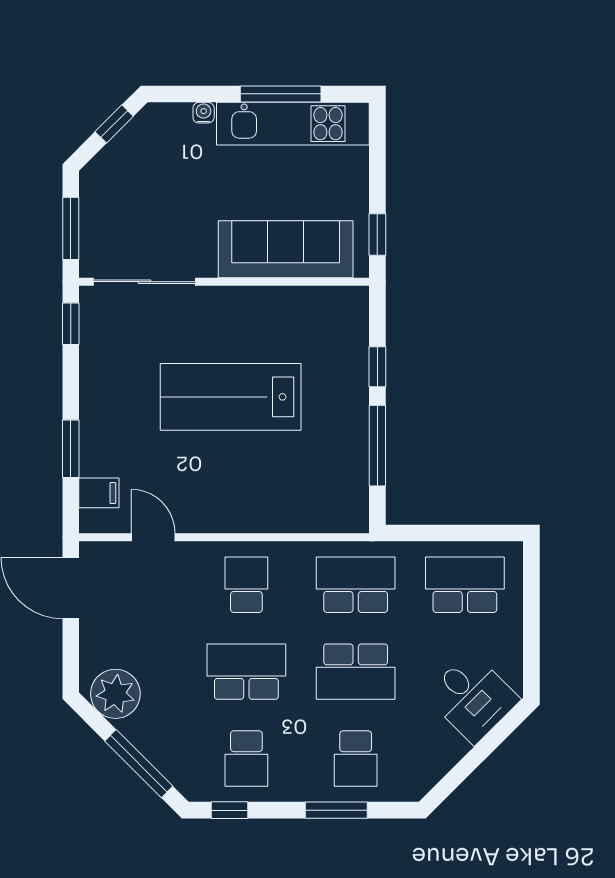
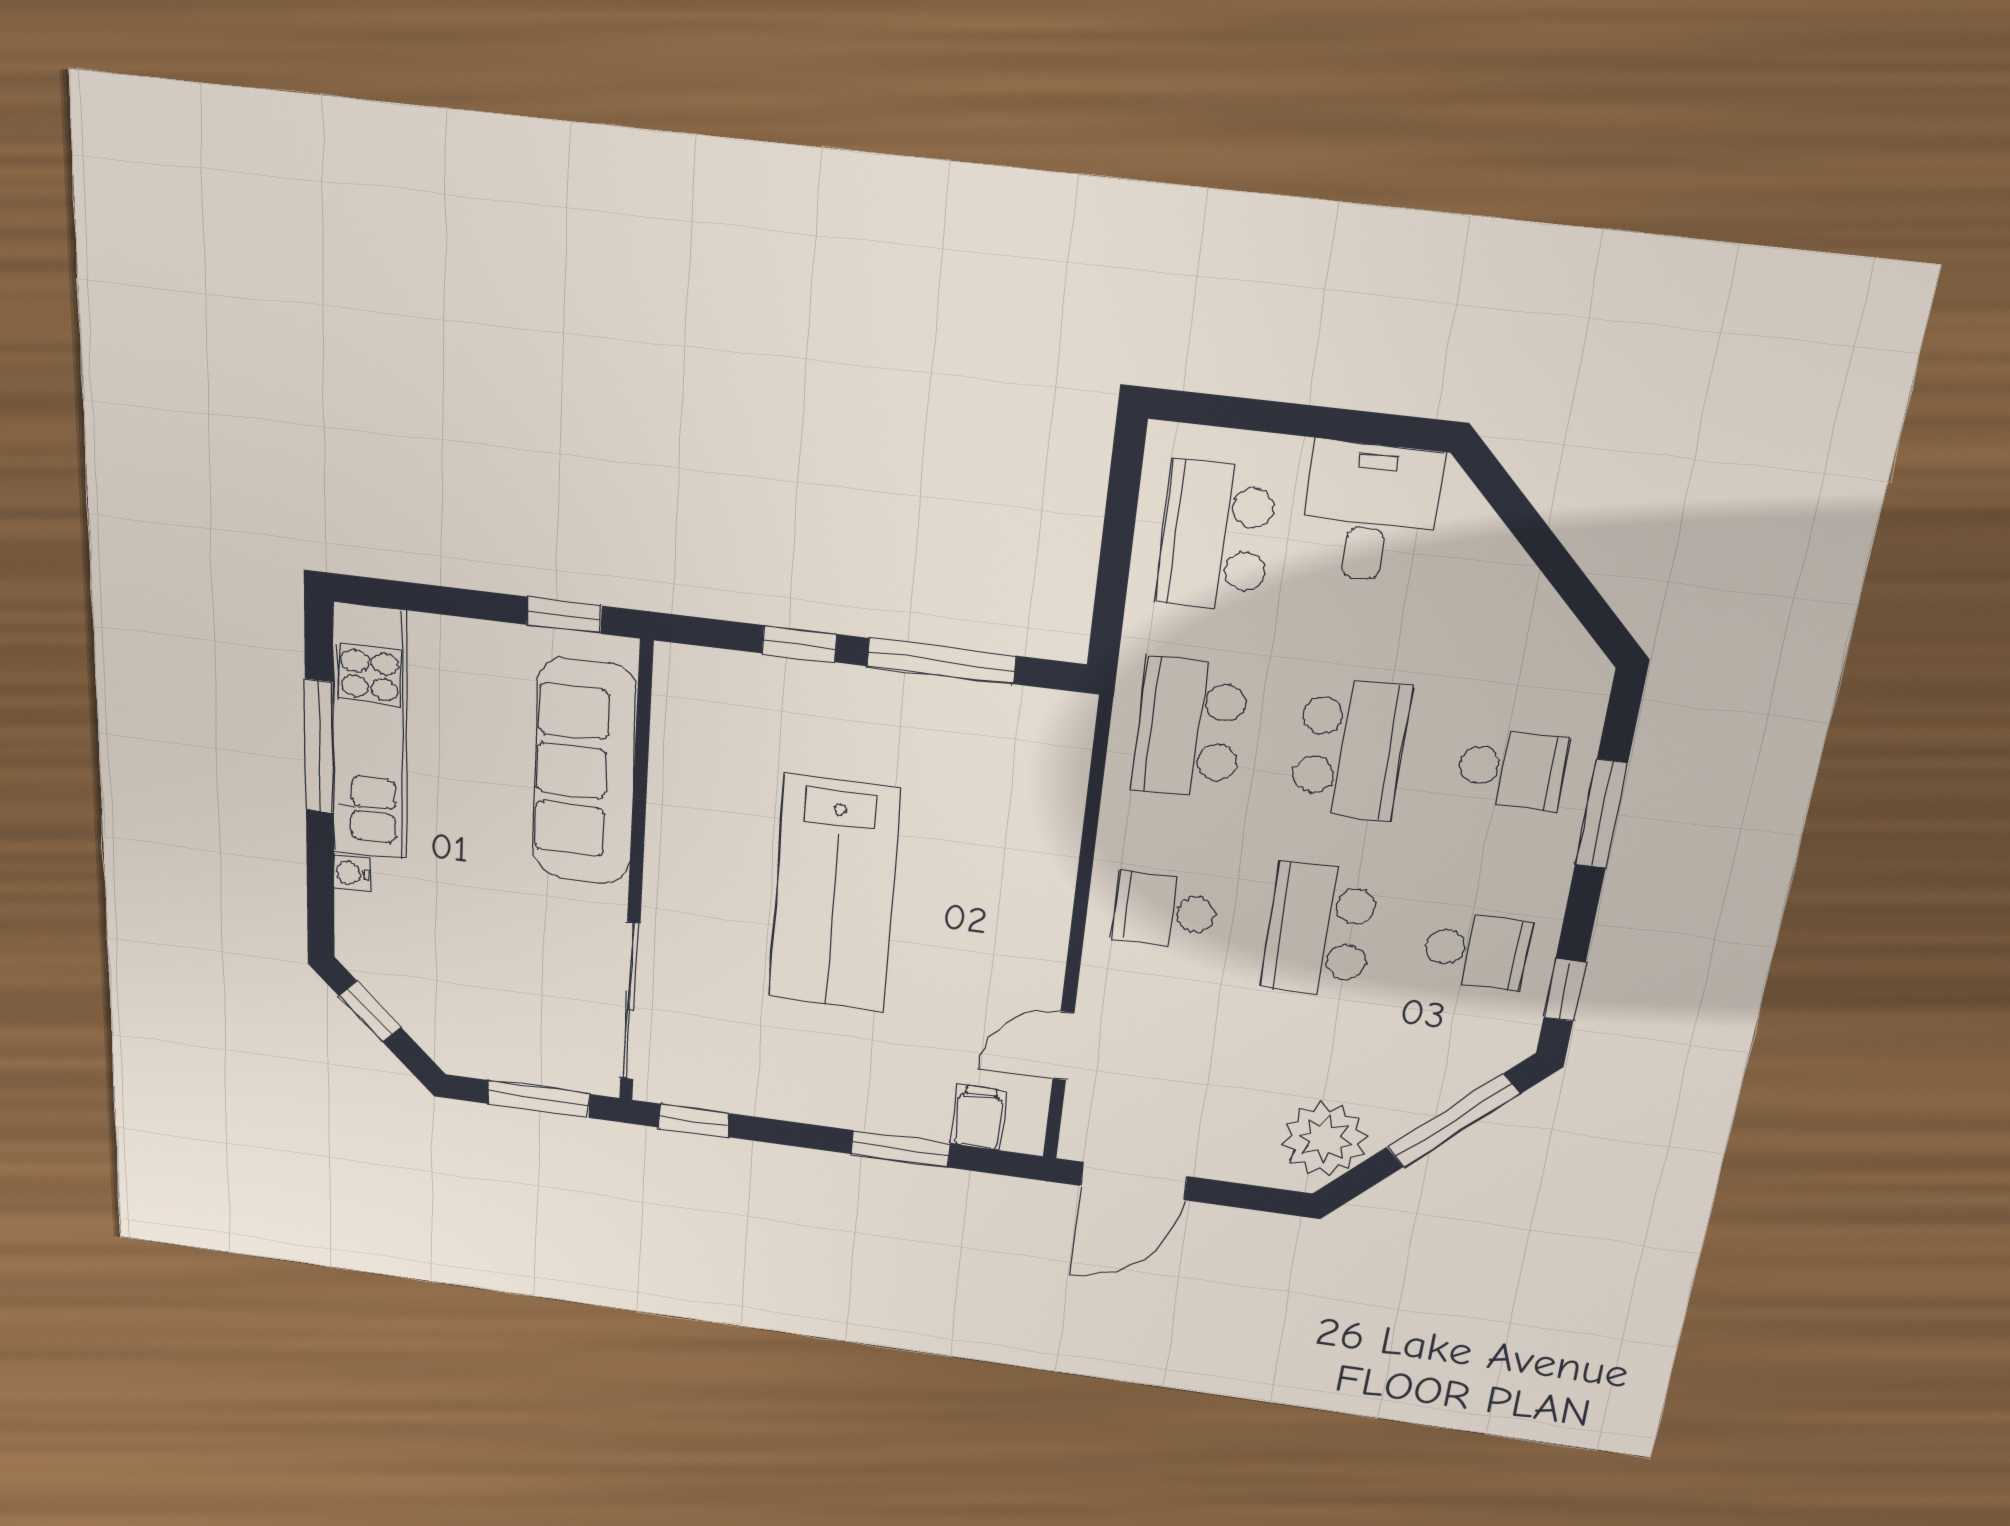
desk: (472, 698) -> (1370, 512), moved, turned -45

